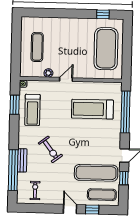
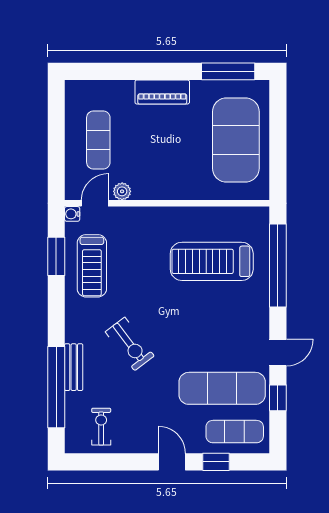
window: (103, 14) -> (228, 71), width x2.17
piano: (70, 24) -> (162, 92), added
door: (66, 79) -> (95, 203), moved

